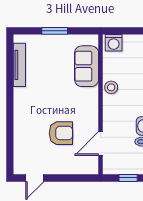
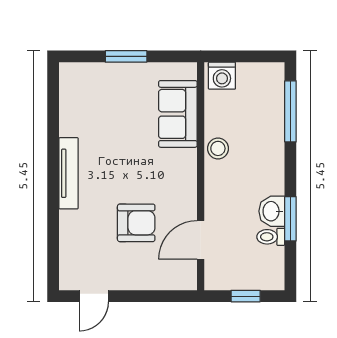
tv unit: (19, 65) -> (69, 173), moved

